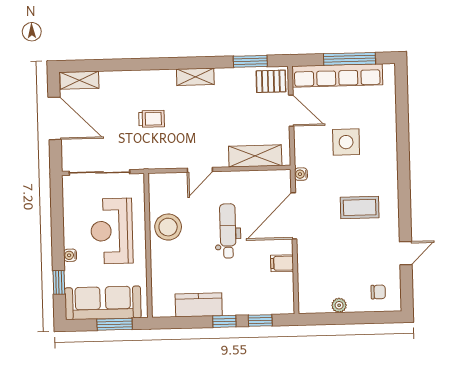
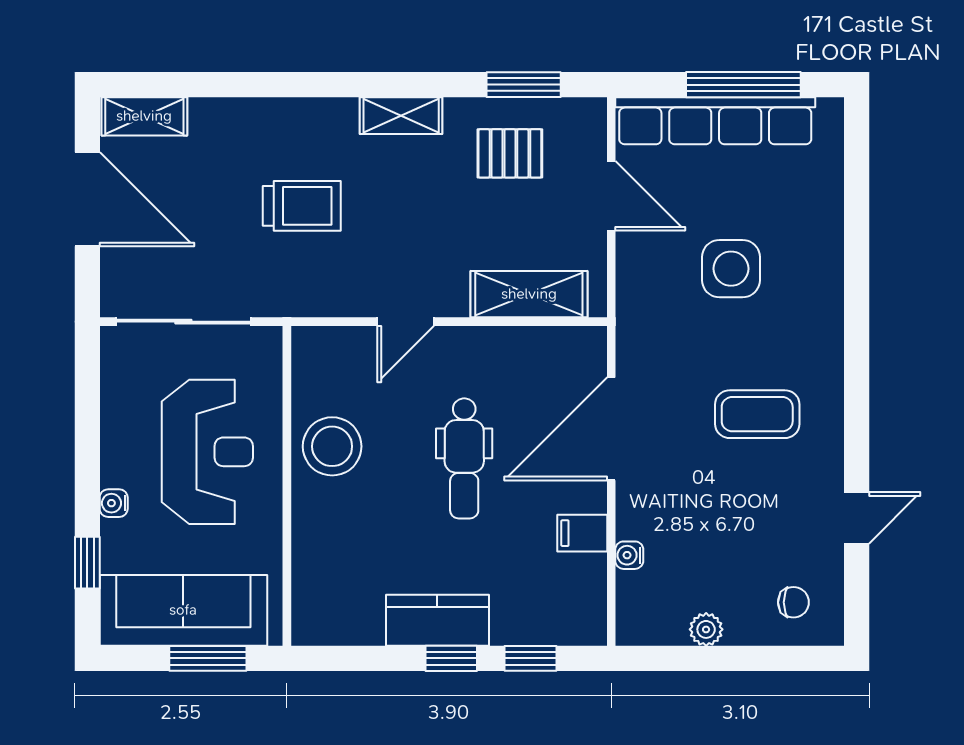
pallet: (271, 81) -> (510, 153), moved
trolley: (152, 119) -> (302, 206), width x1.36, depth x1.39
water cooler: (301, 174) -> (629, 555), moved
reception desk: (112, 231) -> (207, 452), turned 180
dental chair: (228, 231) -> (464, 458), turned 180
kitchen counter: (199, 305) -> (437, 620), moved

